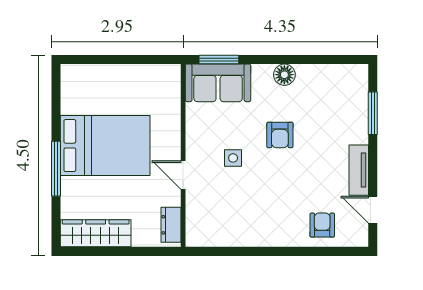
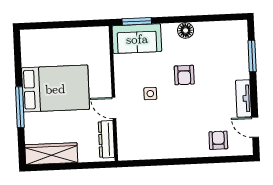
dresser: (171, 225) -> (106, 139), width x1.44

